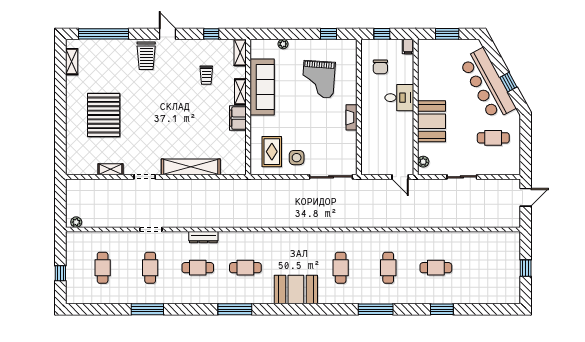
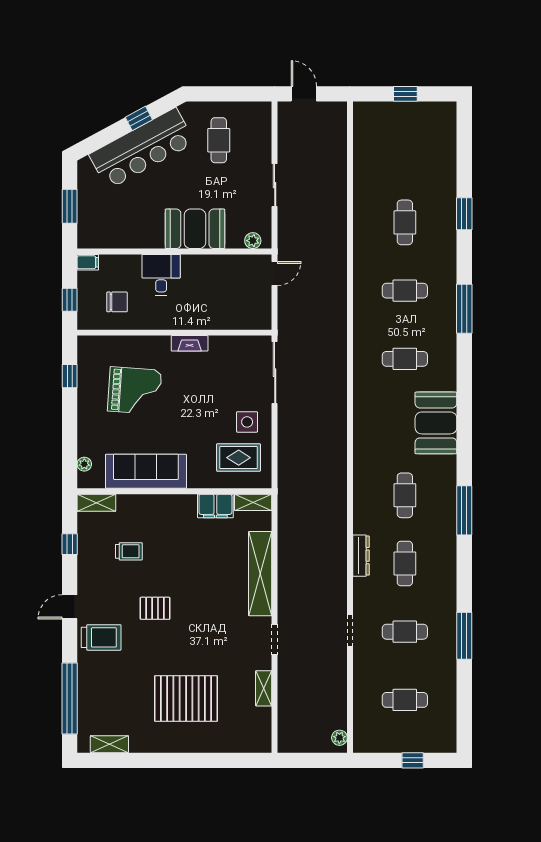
plant: (283, 44) -> (84, 464), moved
shelving: (240, 92) -> (253, 502), moved
pallet: (167, 93) -> (155, 608), added
filing cabinet: (238, 118) -> (215, 506), moved

